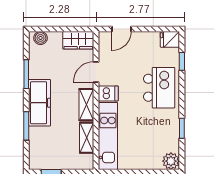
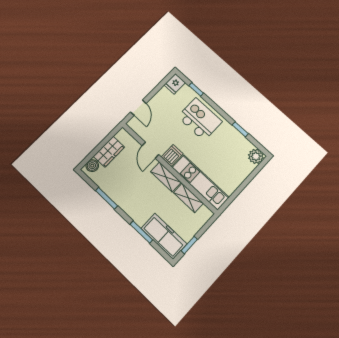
wardrobe: (78, 40) -> (109, 152), moved
freezer: (39, 103) -> (164, 236), moved

